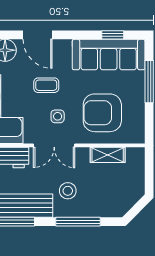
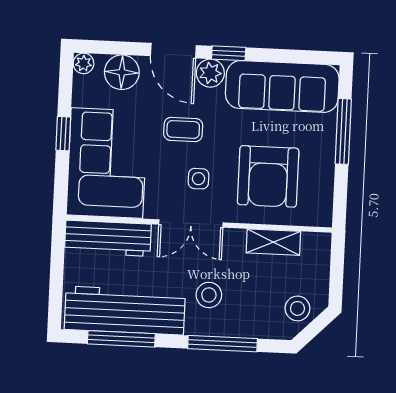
window: (113, 35) -> (229, 53), moved
plant: (62, 48) -> (210, 73), added
armchair: (102, 113) -> (268, 176), turned -90
stool: (125, 197) -> (297, 308), added

